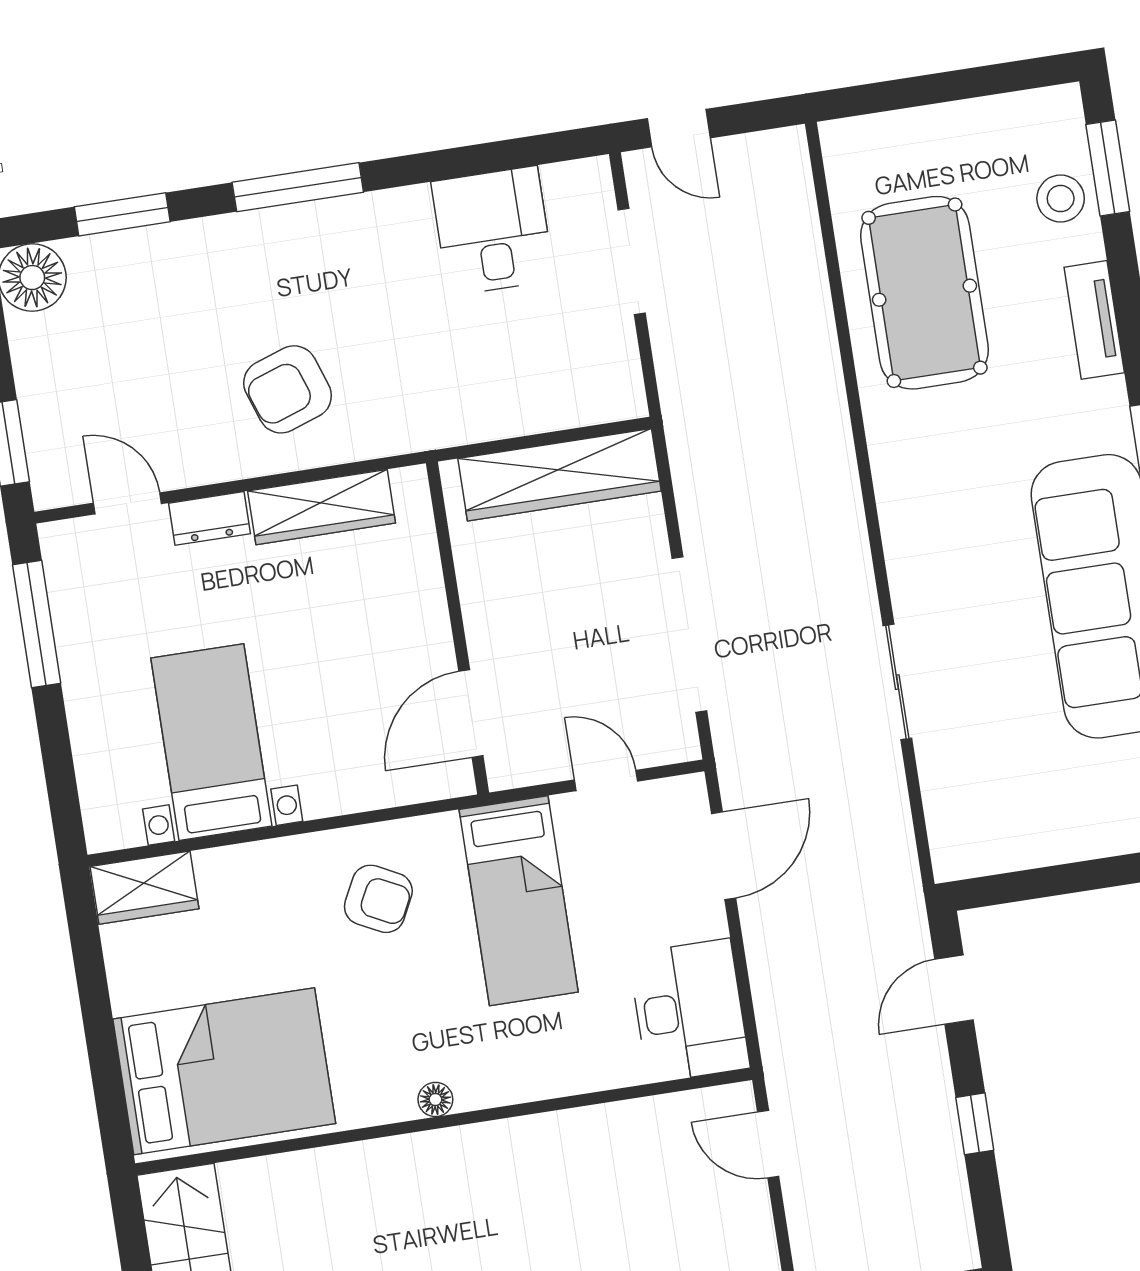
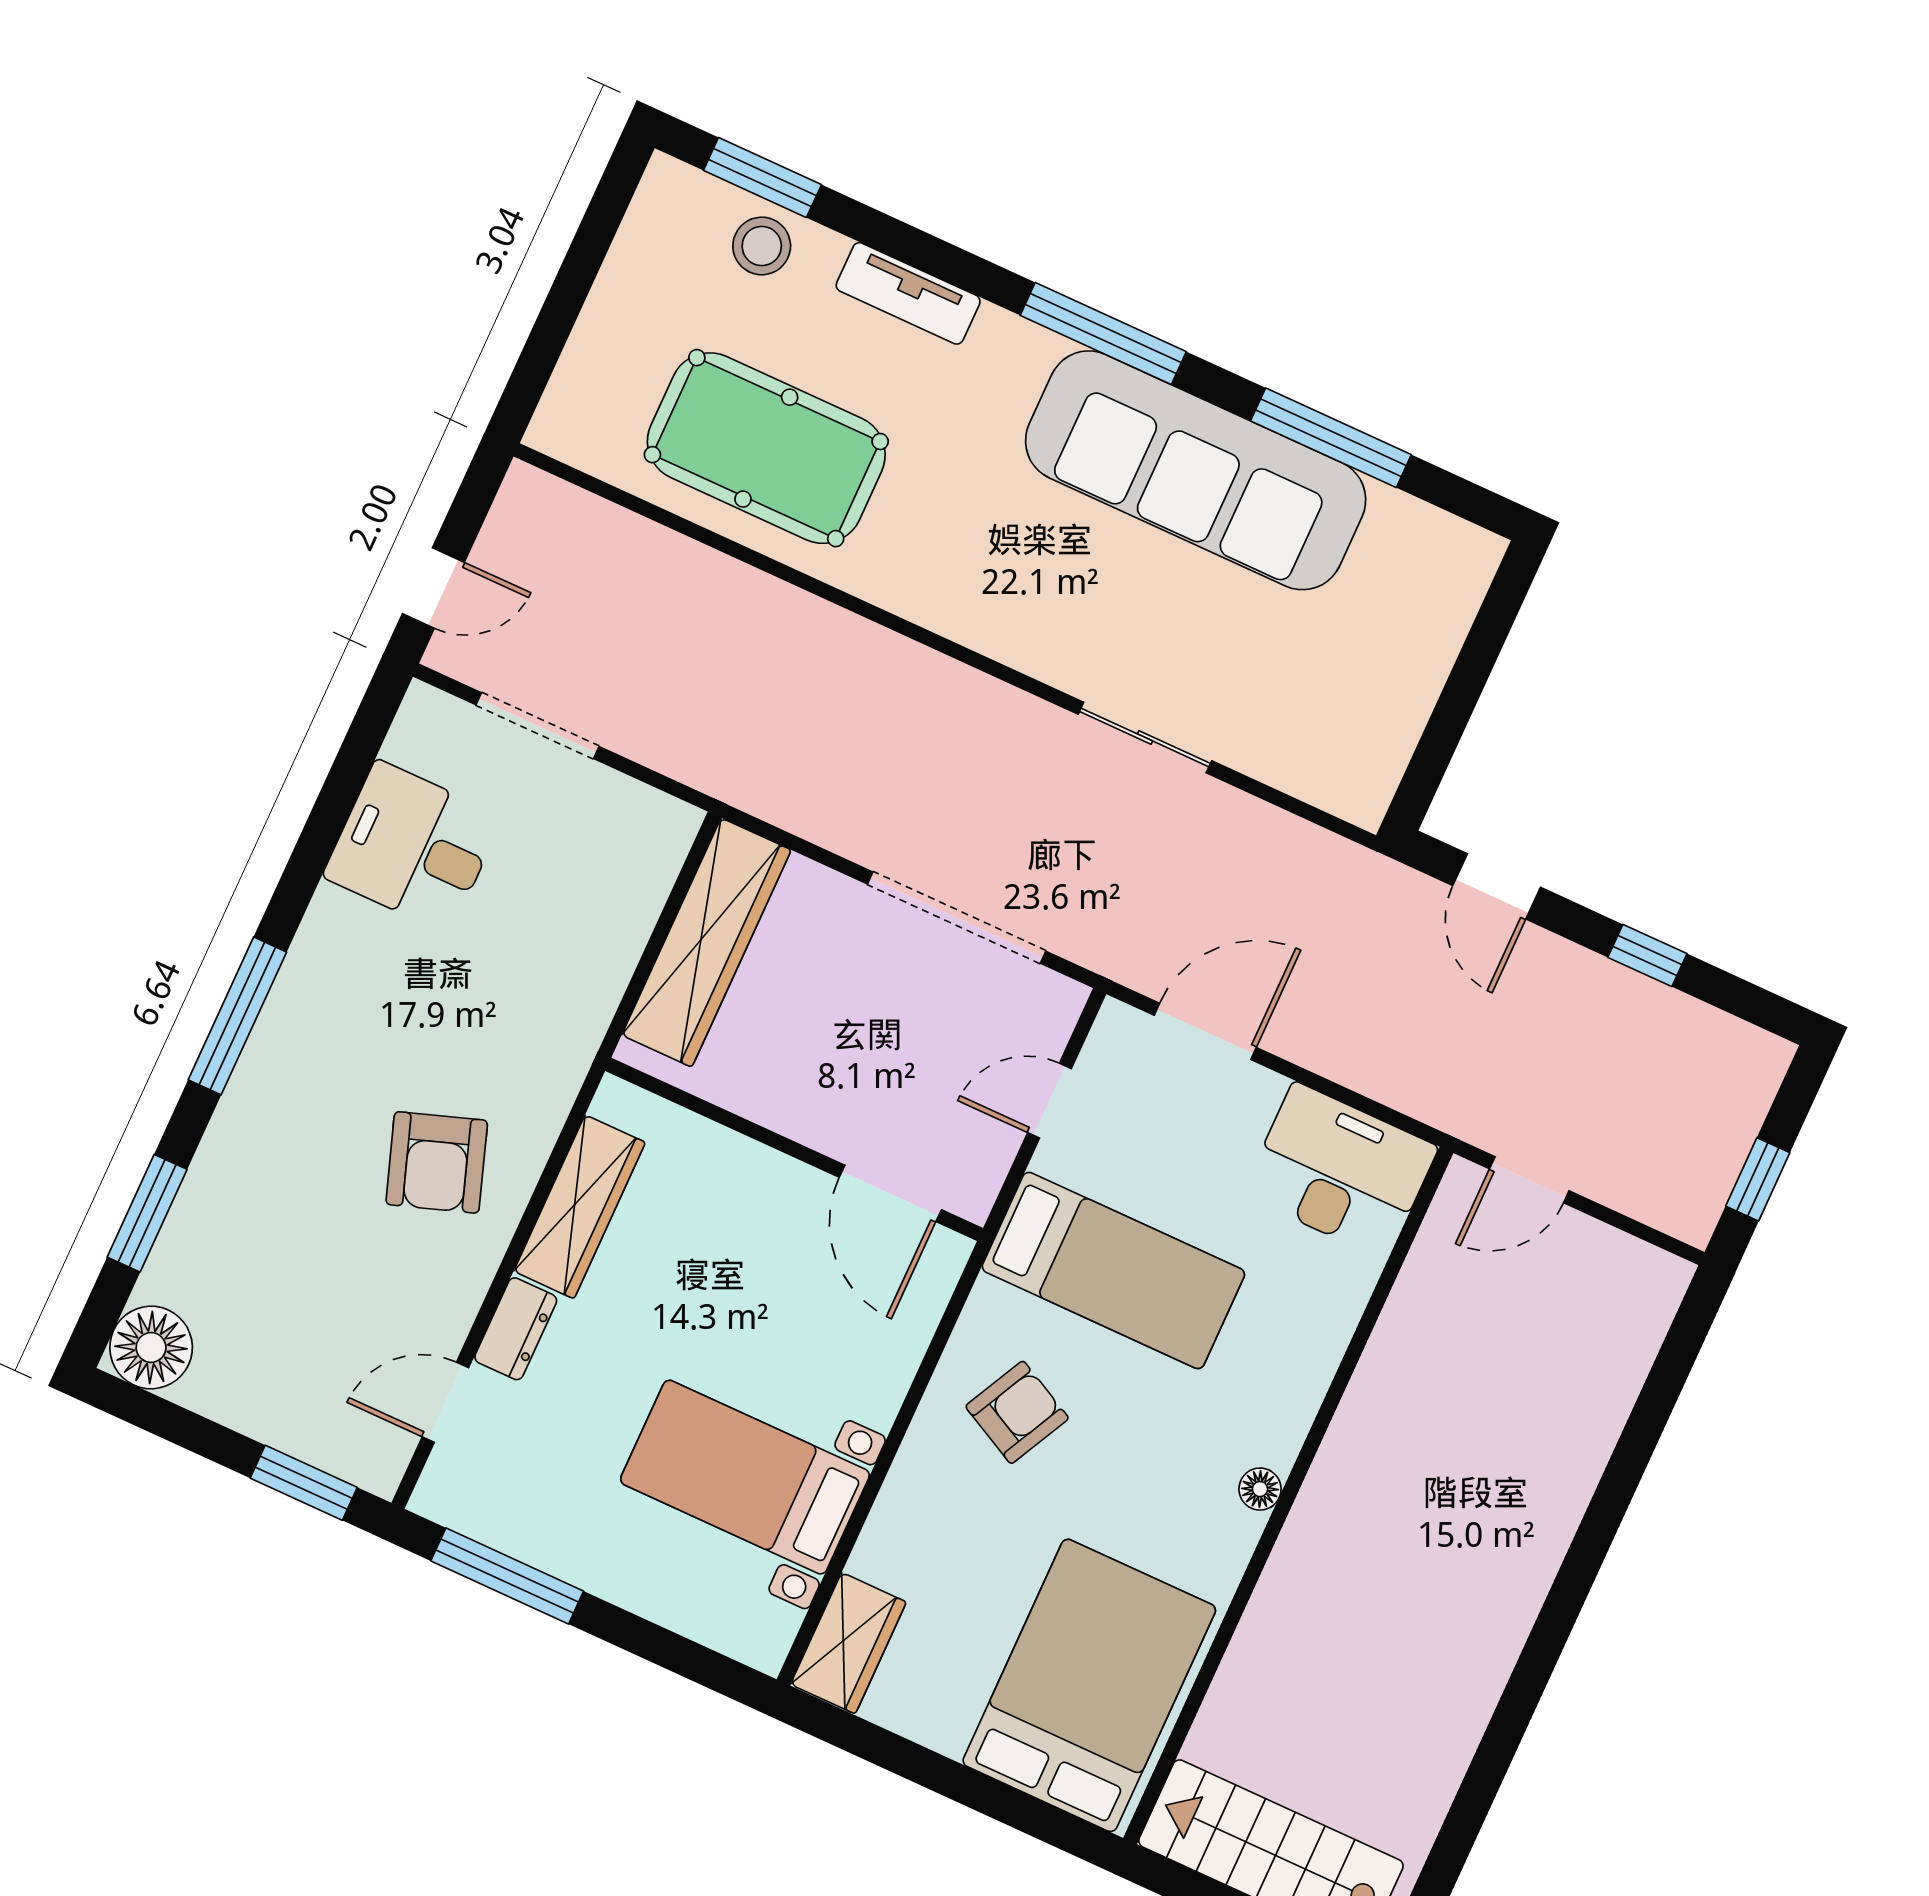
door: (724, 856) -> (1205, 1031), hinge flipped

